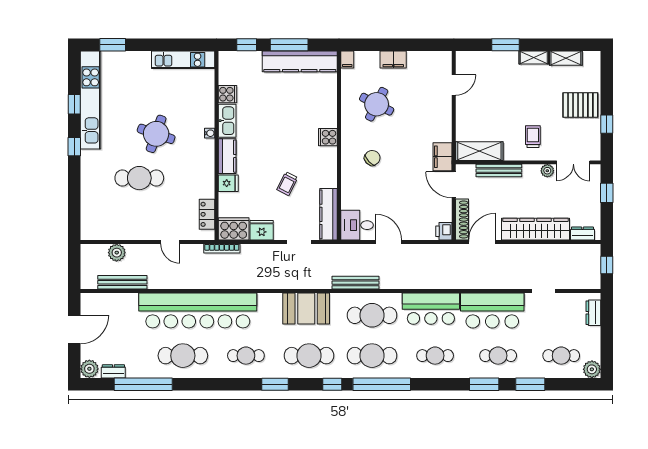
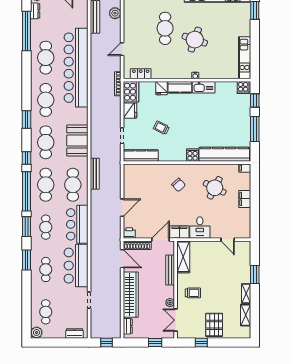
kitchen counter: (300, 61) -> (224, 154), moved, turned 90
cooker: (227, 94) -> (243, 88), moved
desk: (357, 225) -> (200, 228), moved, turned 180
door: (389, 242) -> (122, 208), moved
cafe table: (246, 356) -> (46, 100), width x1.37, depth x1.35
window: (530, 384) -> (27, 227), moved

